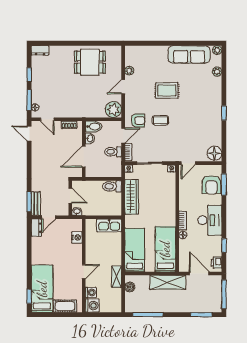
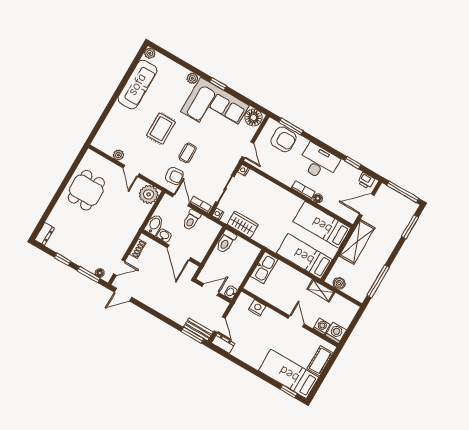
plant: (217, 72) -> (192, 78), moved
armchair: (138, 121) -> (174, 176), turned 82
corner sofa: (205, 121) -> (215, 108), added
wardrobe: (132, 197) -> (243, 224), width x0.67

